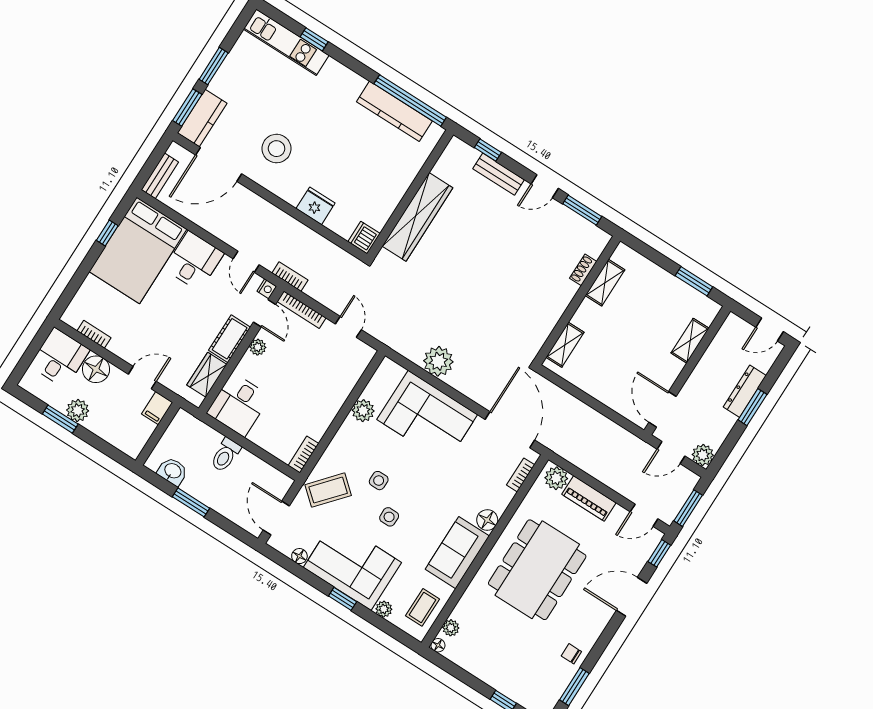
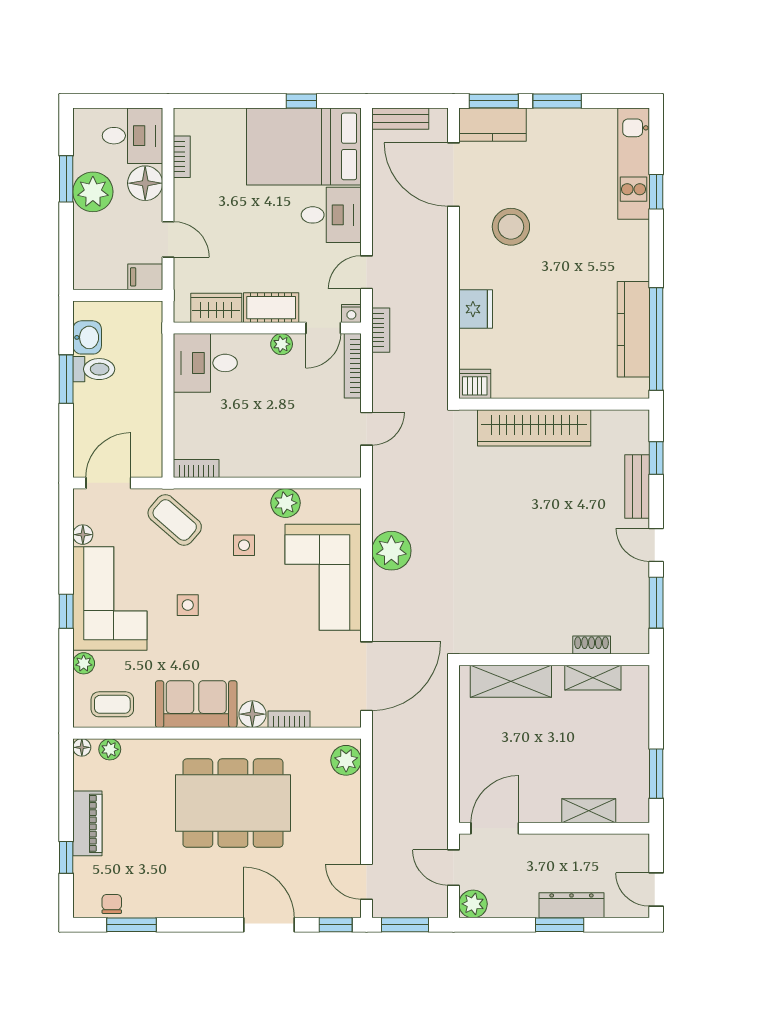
shelving: (565, 345) -> (511, 681), width x1.50, depth x1.33
plant: (78, 410) -> (93, 192), width x1.36, depth x1.36
toilet: (225, 455) -> (94, 369), moved, turned 180
bookcase: (521, 475) -> (289, 719), moved
side table: (379, 481) -> (244, 545), moved
piano: (589, 498) -> (87, 823), moved, turned 180
chair: (571, 654) -> (112, 904), moved

